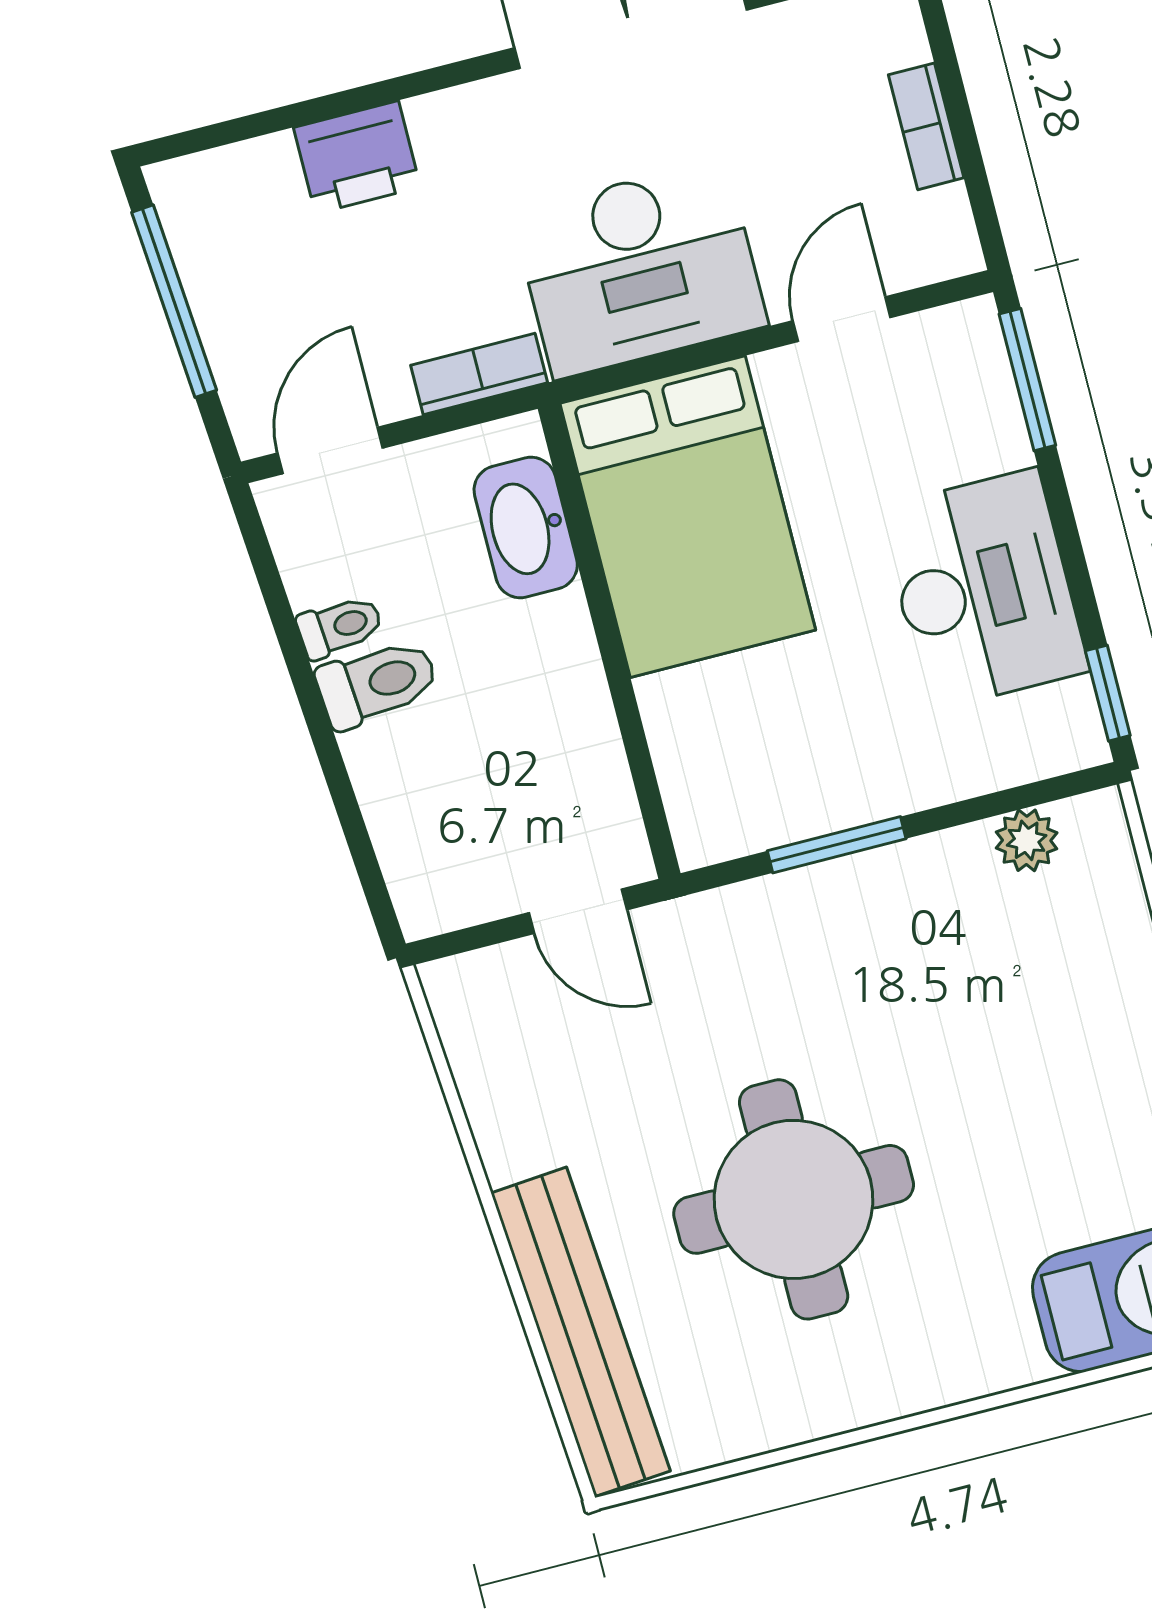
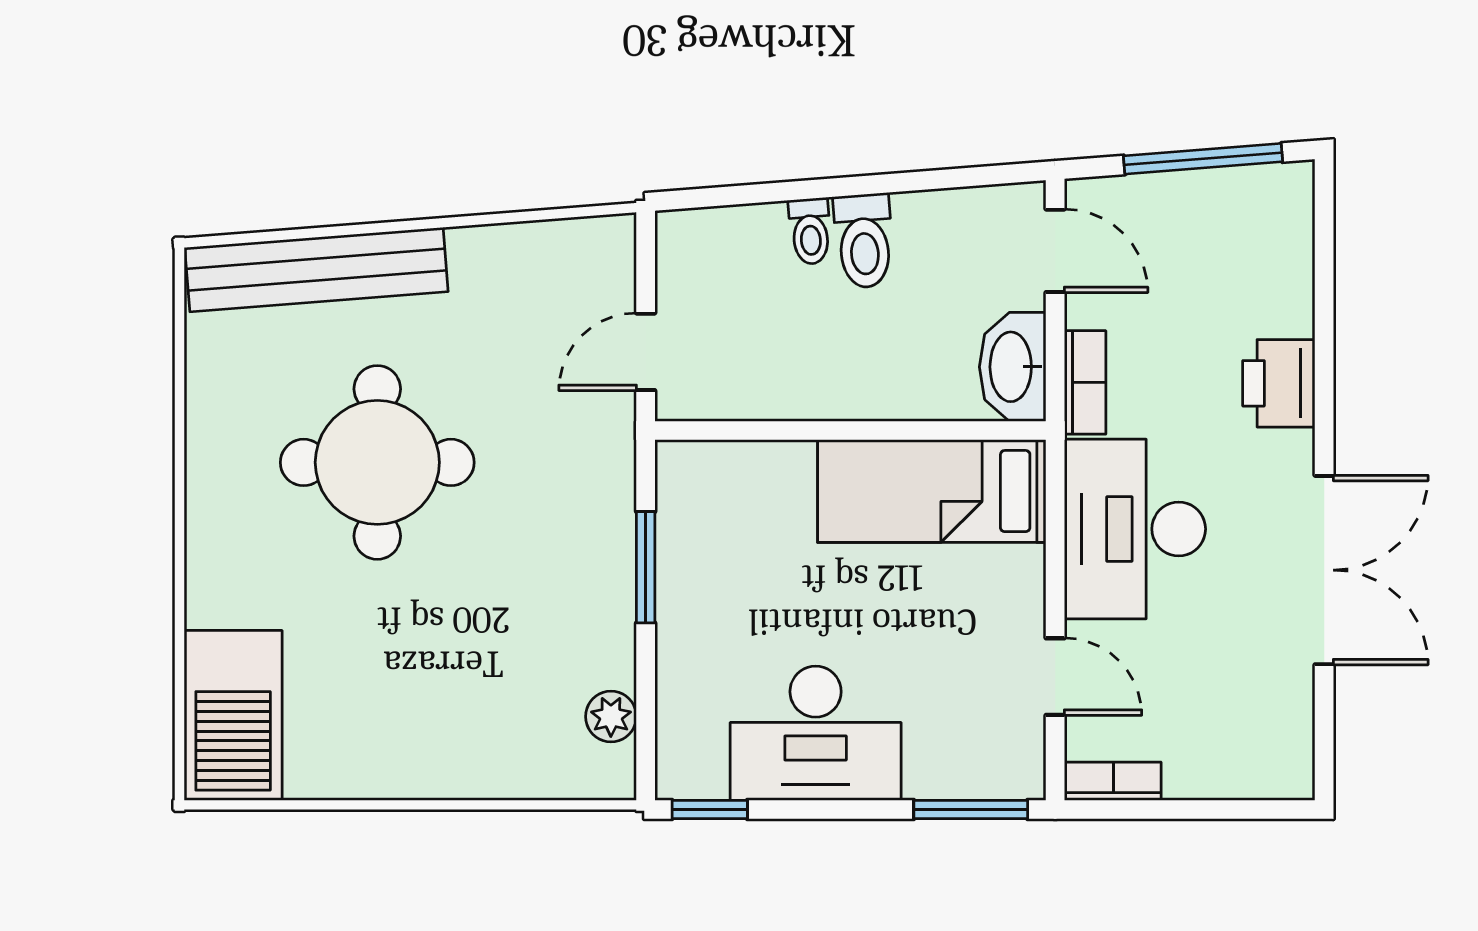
bookcase: (926, 126) -> (1113, 781), moved
printer: (357, 157) -> (1279, 383), moved
bed: (688, 517) -> (932, 491), width x0.67
washbasin: (526, 527) -> (1013, 367), moved, turned -90
toilet: (340, 627) -> (810, 231), moved

